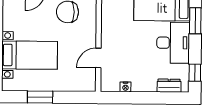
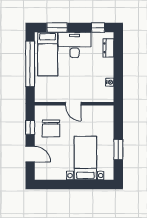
door: (98, 58) -> (73, 104), moved

